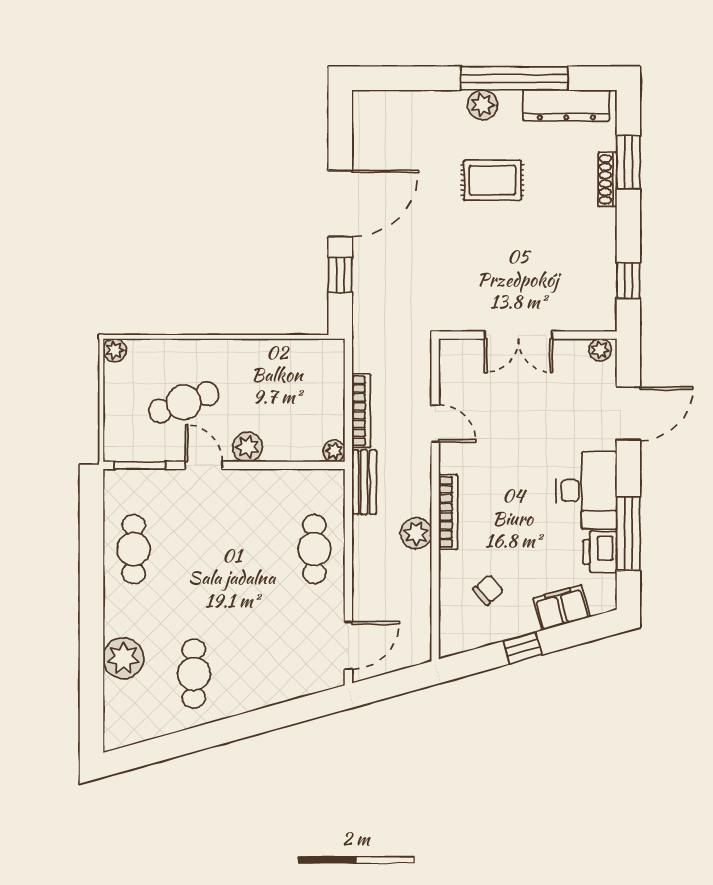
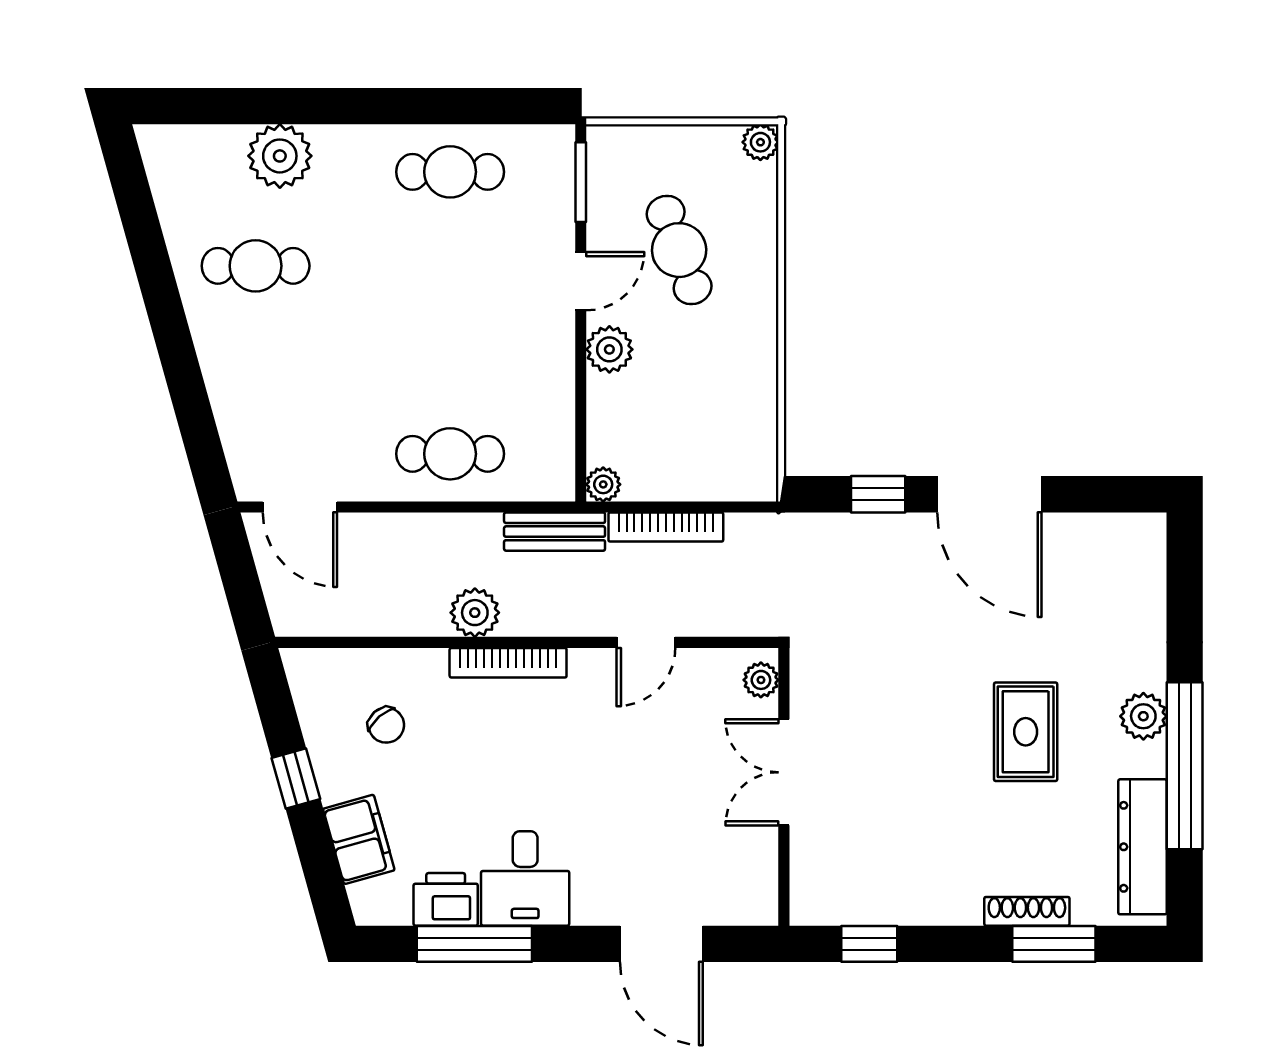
plant: (600, 350) -> (761, 680), moved
desk: (586, 490) -> (525, 878), width x0.73

